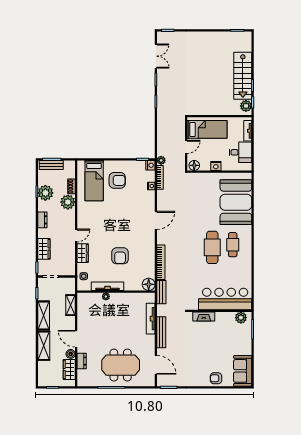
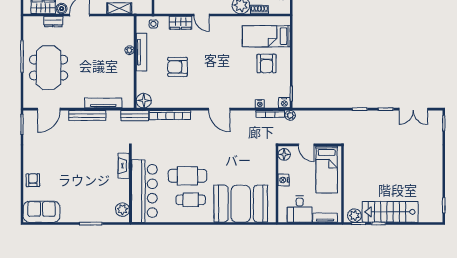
bar counter: (225, 299) -> (144, 191), moved
wall: (219, 311) -> (130, 184), moved
fireplace: (204, 316) -> (124, 166), moved
plant: (241, 318) -> (122, 210), moved

